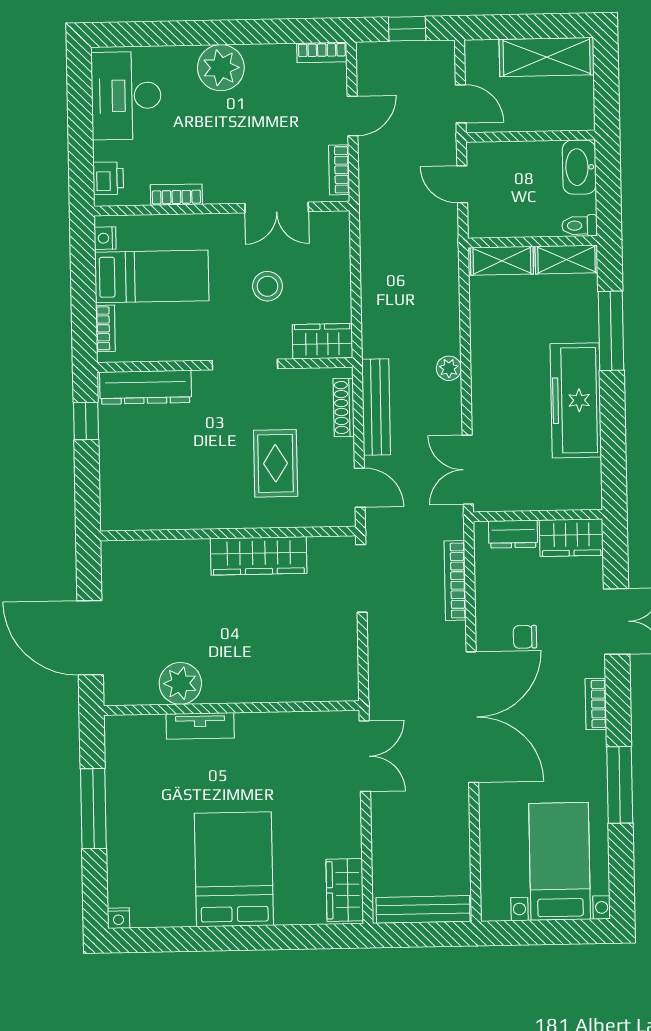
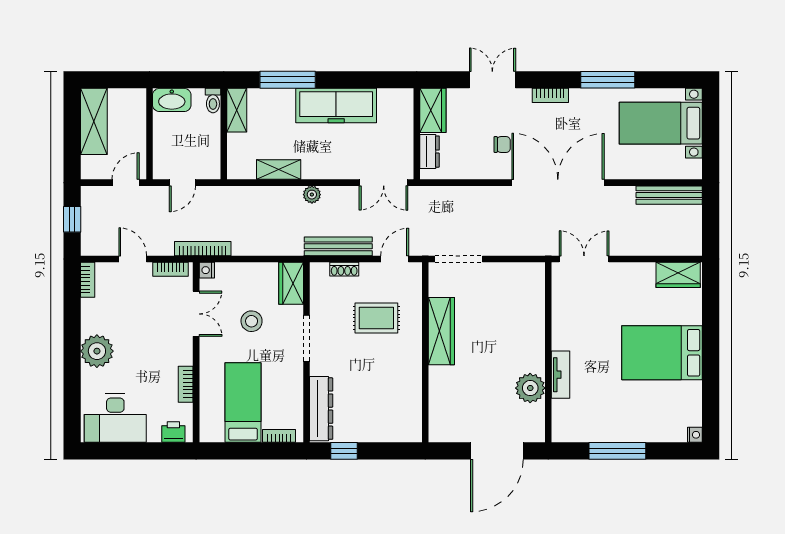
nightstand: (105, 238) -> (207, 270), moved, turned 90
shelving: (502, 261) -> (279, 170), moved, turned 90
shoe rack: (344, 407) -> (344, 269), width x0.70
bookcase: (455, 580) -> (203, 249), moved, turned 180
chair: (525, 637) -> (502, 145), turned -90
bench: (423, 909) -> (669, 195), moved, turned 90

